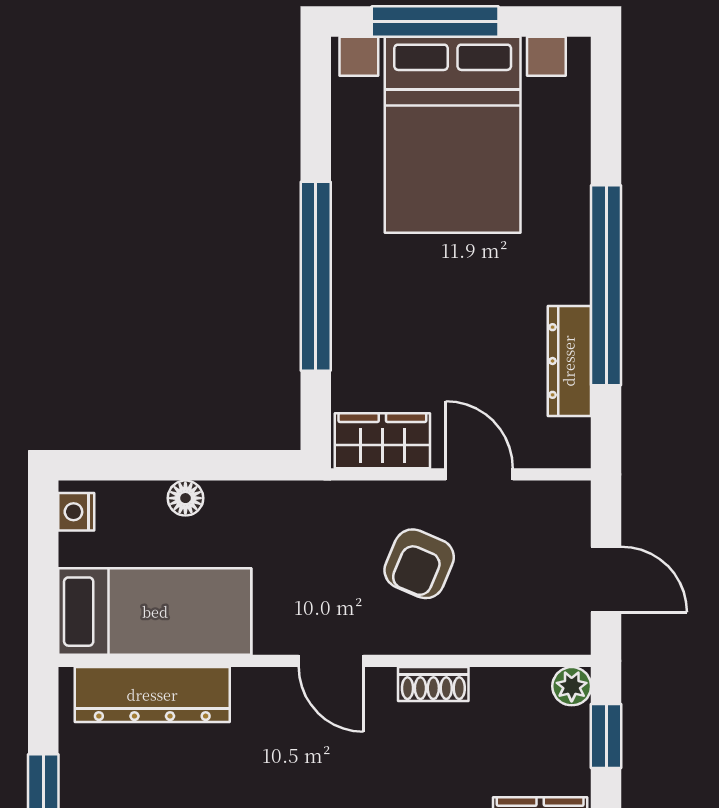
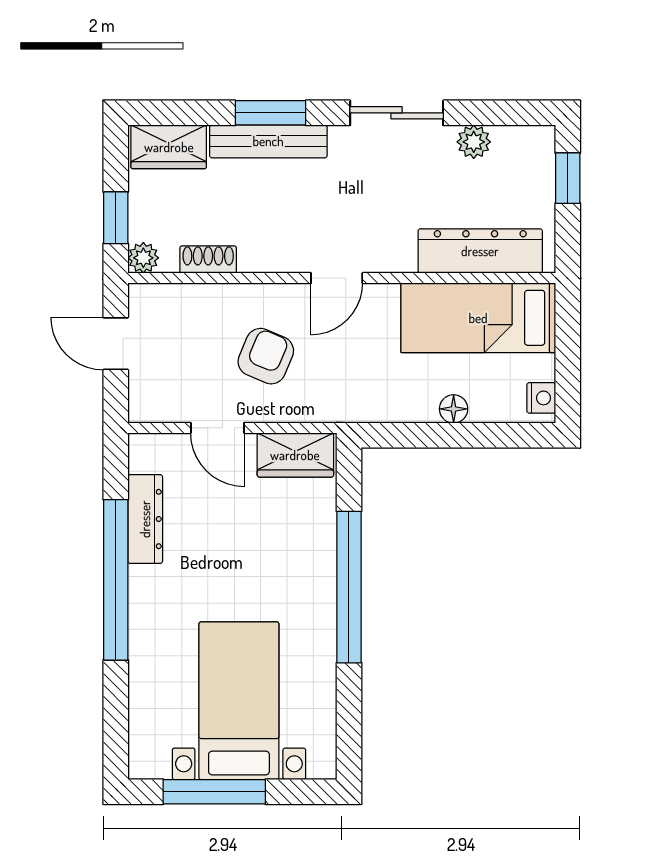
window: (435, 22) -> (214, 792), moved
bed with nightstands: (453, 135) -> (239, 701), width x0.73
door: (331, 661) -> (337, 278), swing flipped
shoe rack: (433, 684) -> (208, 259), moved

